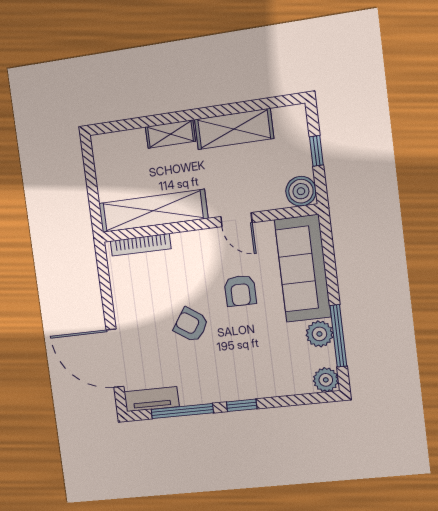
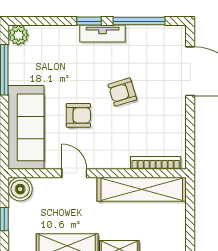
armchair: (240, 291) -> (78, 115), turned 90
armchair: (191, 325) -> (122, 92), turned 129
plant: (319, 334) -> (19, 73), removed
tv unit: (152, 399) -> (103, 34), moved

